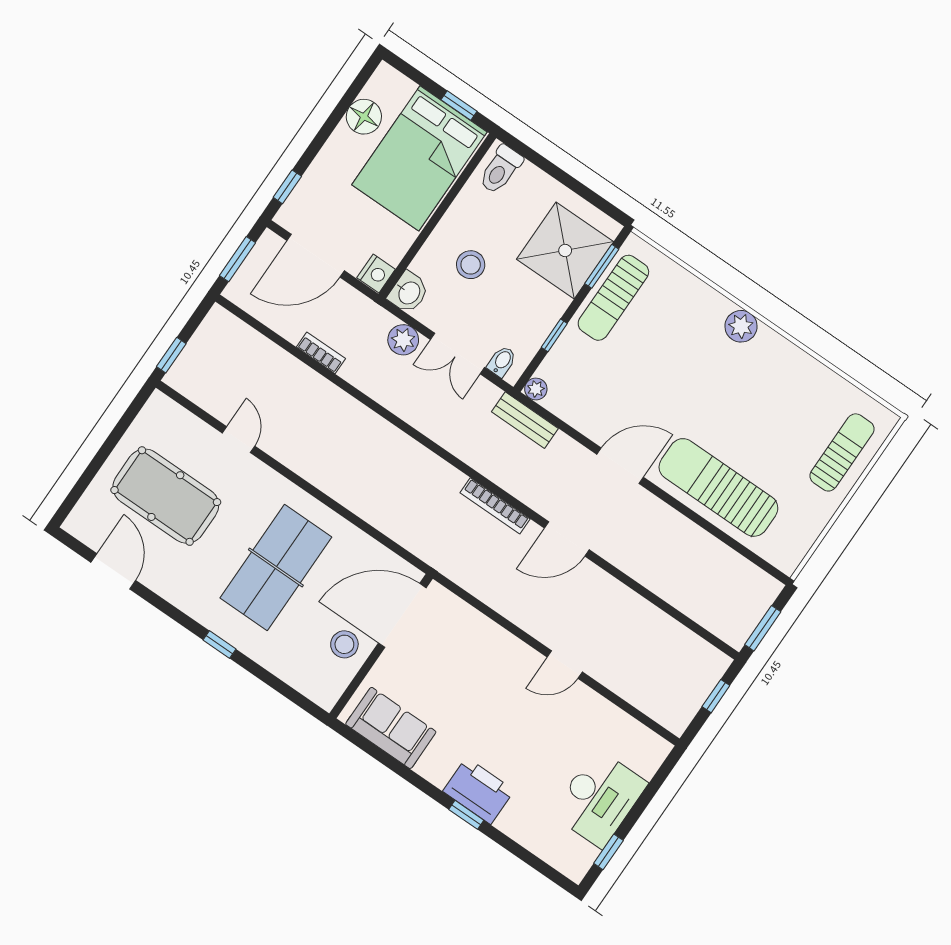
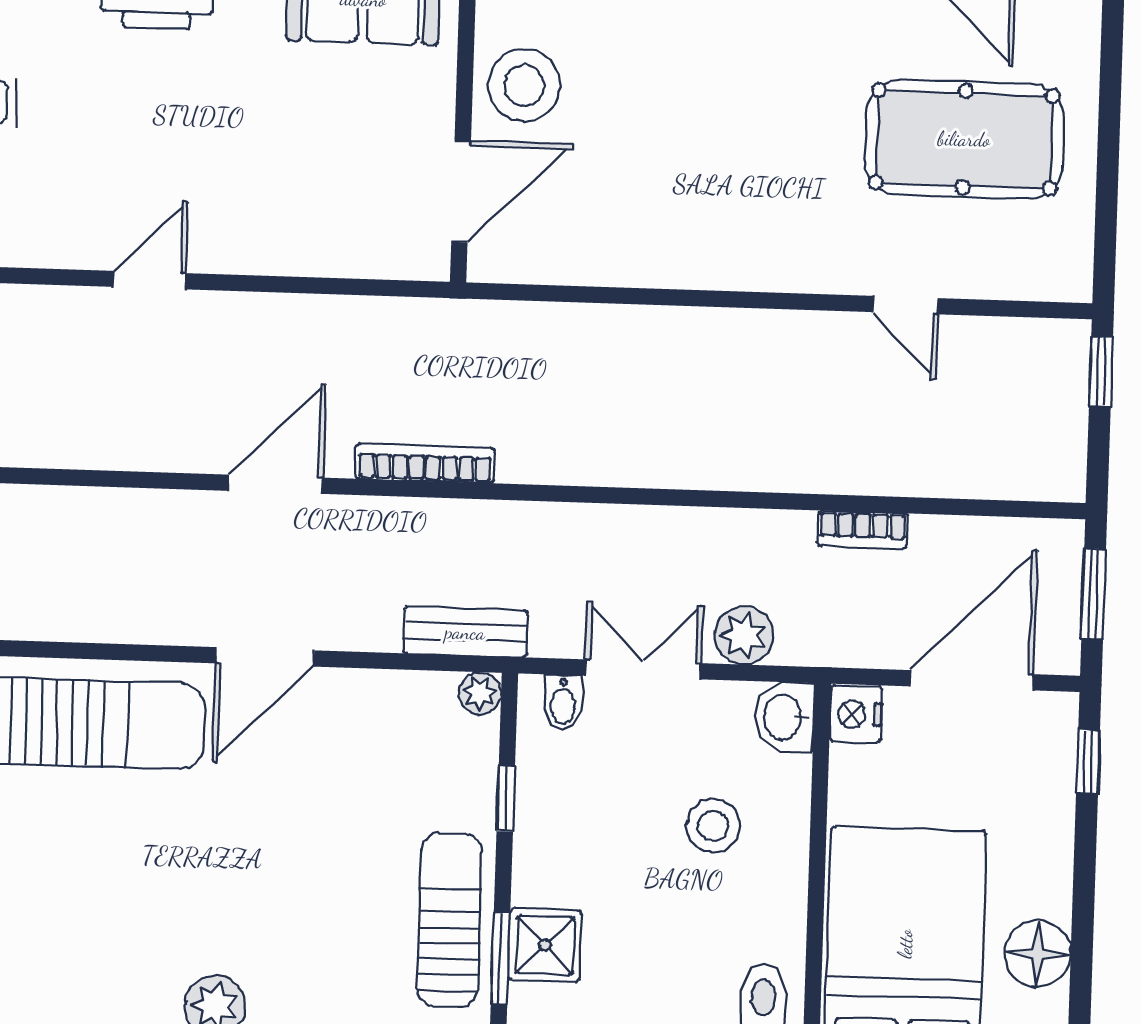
shower: (565, 250) -> (545, 945), width x0.54, depth x0.54
table tennis table: (276, 568) -> (714, 138), removed
door: (402, 615) -> (461, 191), width x0.73
stool: (344, 644) -> (524, 85), width x1.38, depth x1.38

